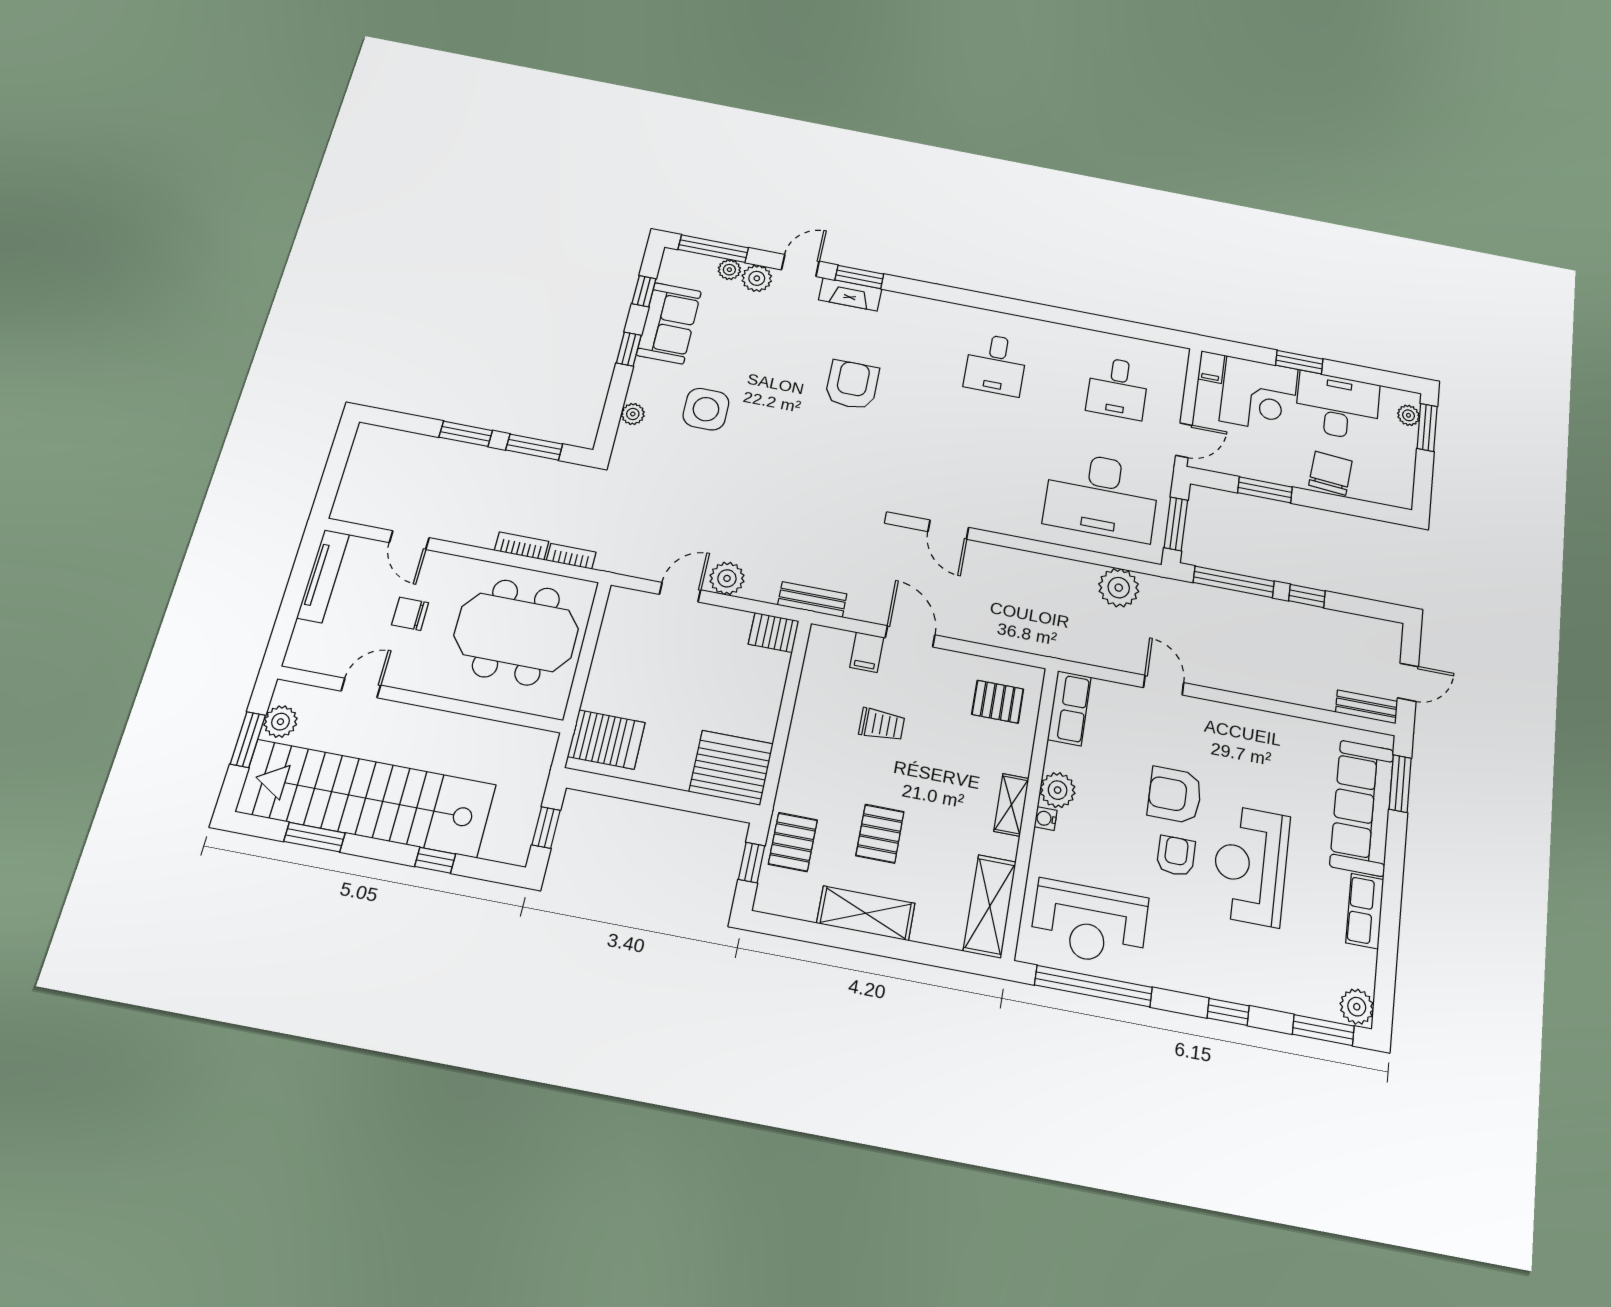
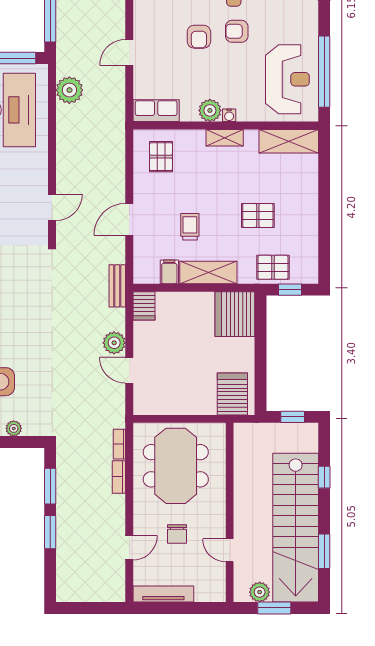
filing cabinet: (867, 652) -> (169, 272), moved, turned -90
armchair: (1175, 795) -> (199, 37), width x0.72, depth x0.72
shelving: (866, 913) -> (208, 272), moved, turned 90

